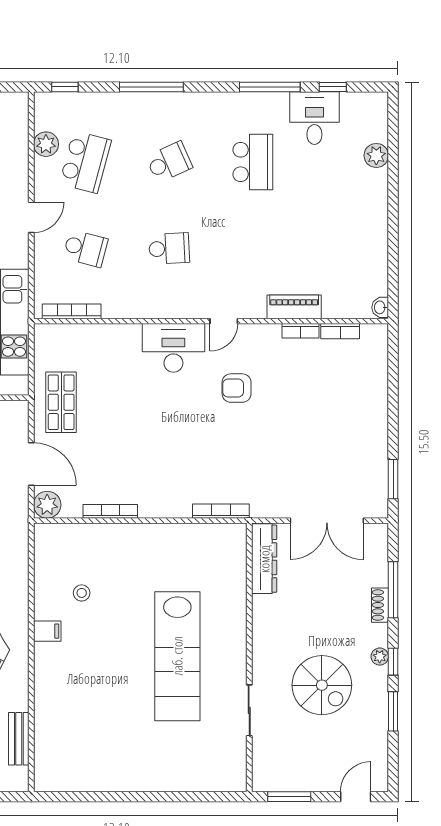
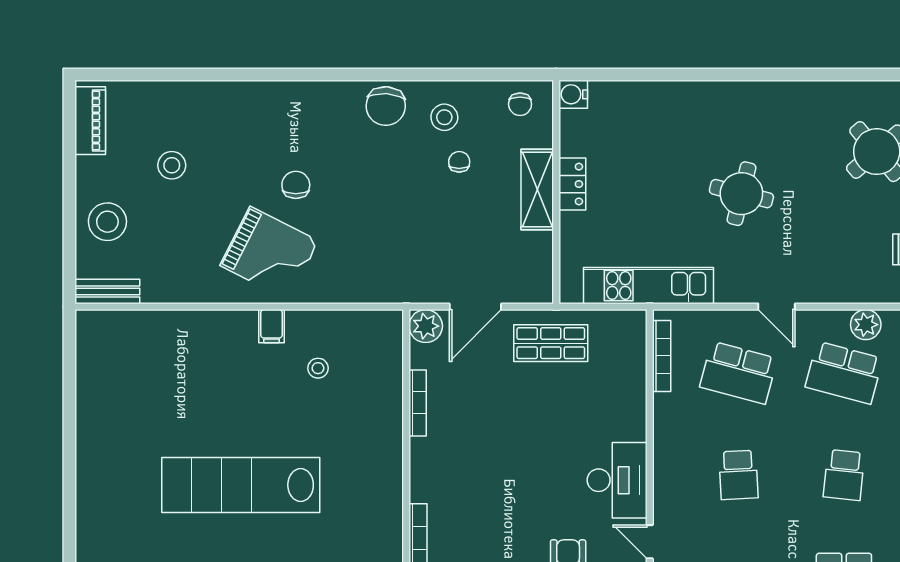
school desk: (169, 162) -> (844, 475), turned 30
school desk: (85, 248) -> (738, 373), width x1.85
bench: (19, 739) -> (107, 291), moved

